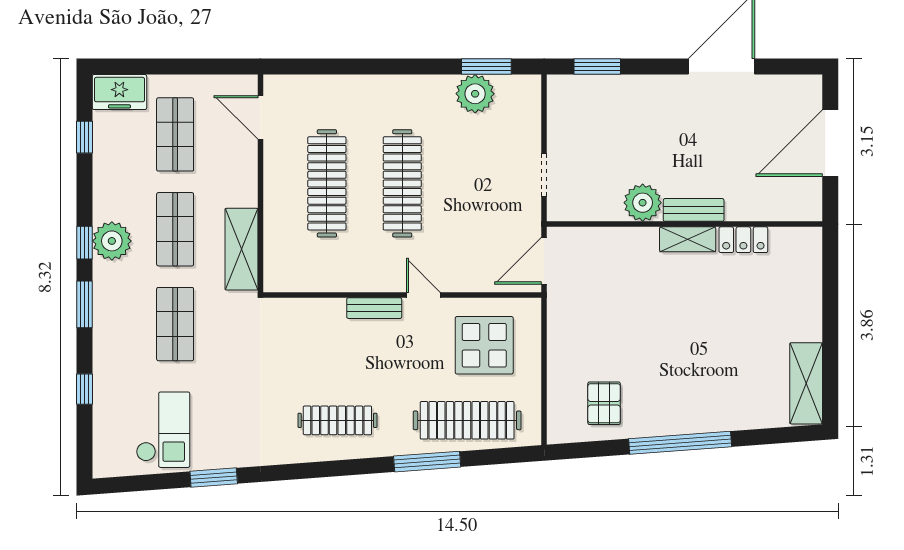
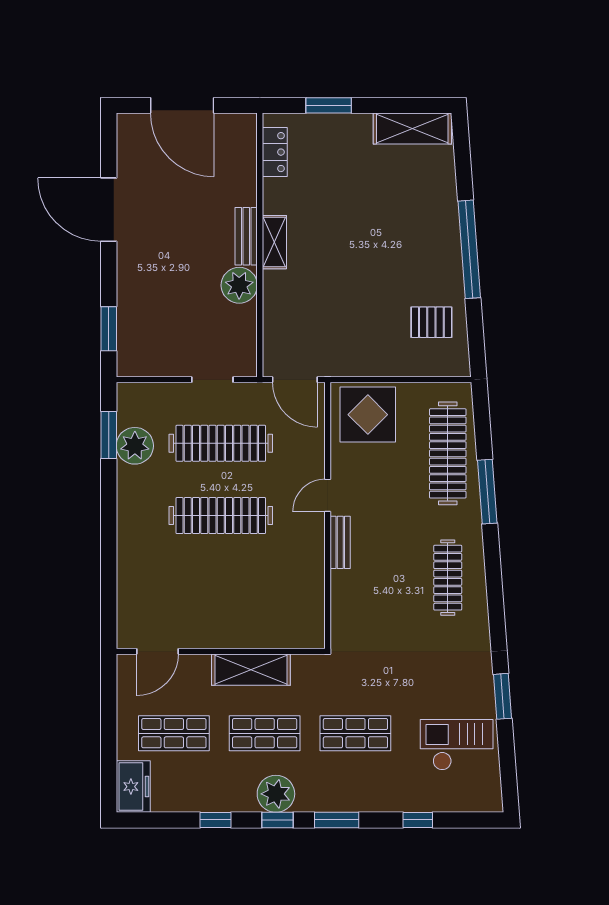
window: (85, 137) -> (215, 820), moved
clothes rail: (327, 183) -> (221, 443), moved
locker: (743, 240) -> (275, 152), moved
shelving: (241, 249) -> (251, 670), moved
window: (830, 296) -> (329, 105), added
display table: (484, 345) -> (368, 415), moved

